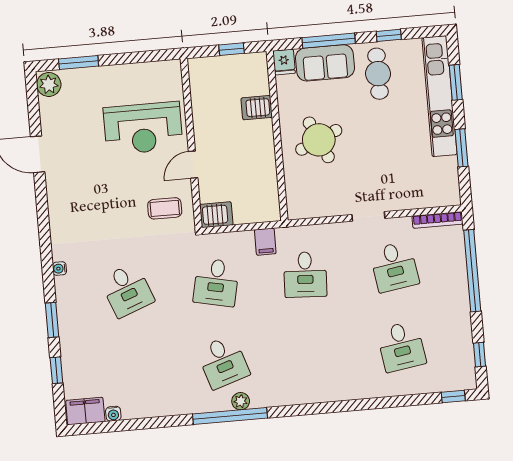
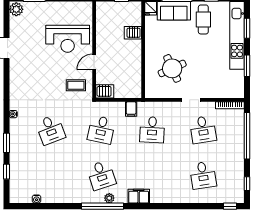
round table: (319, 140) -> (172, 68), moved
filing cabinet: (85, 411) -> (139, 196), moved

